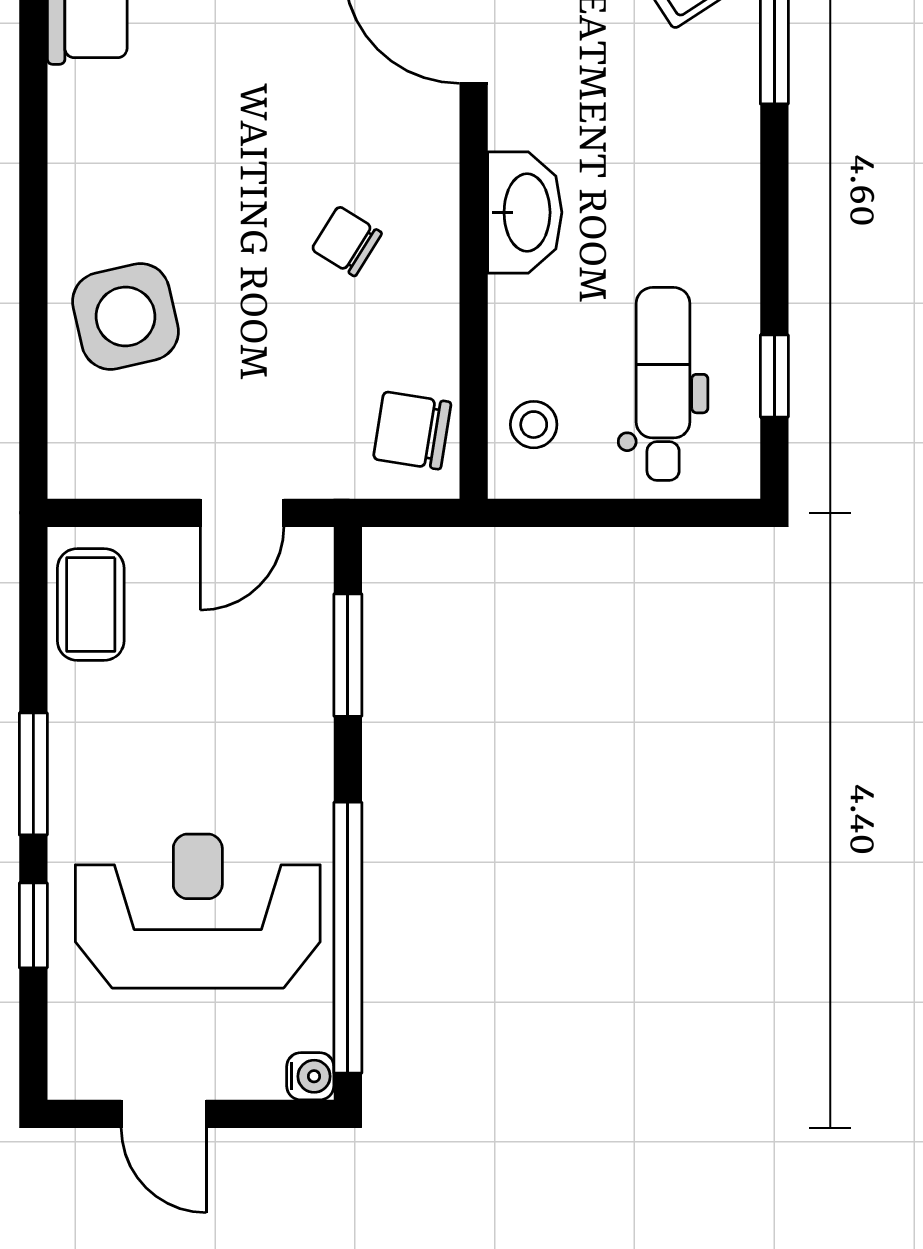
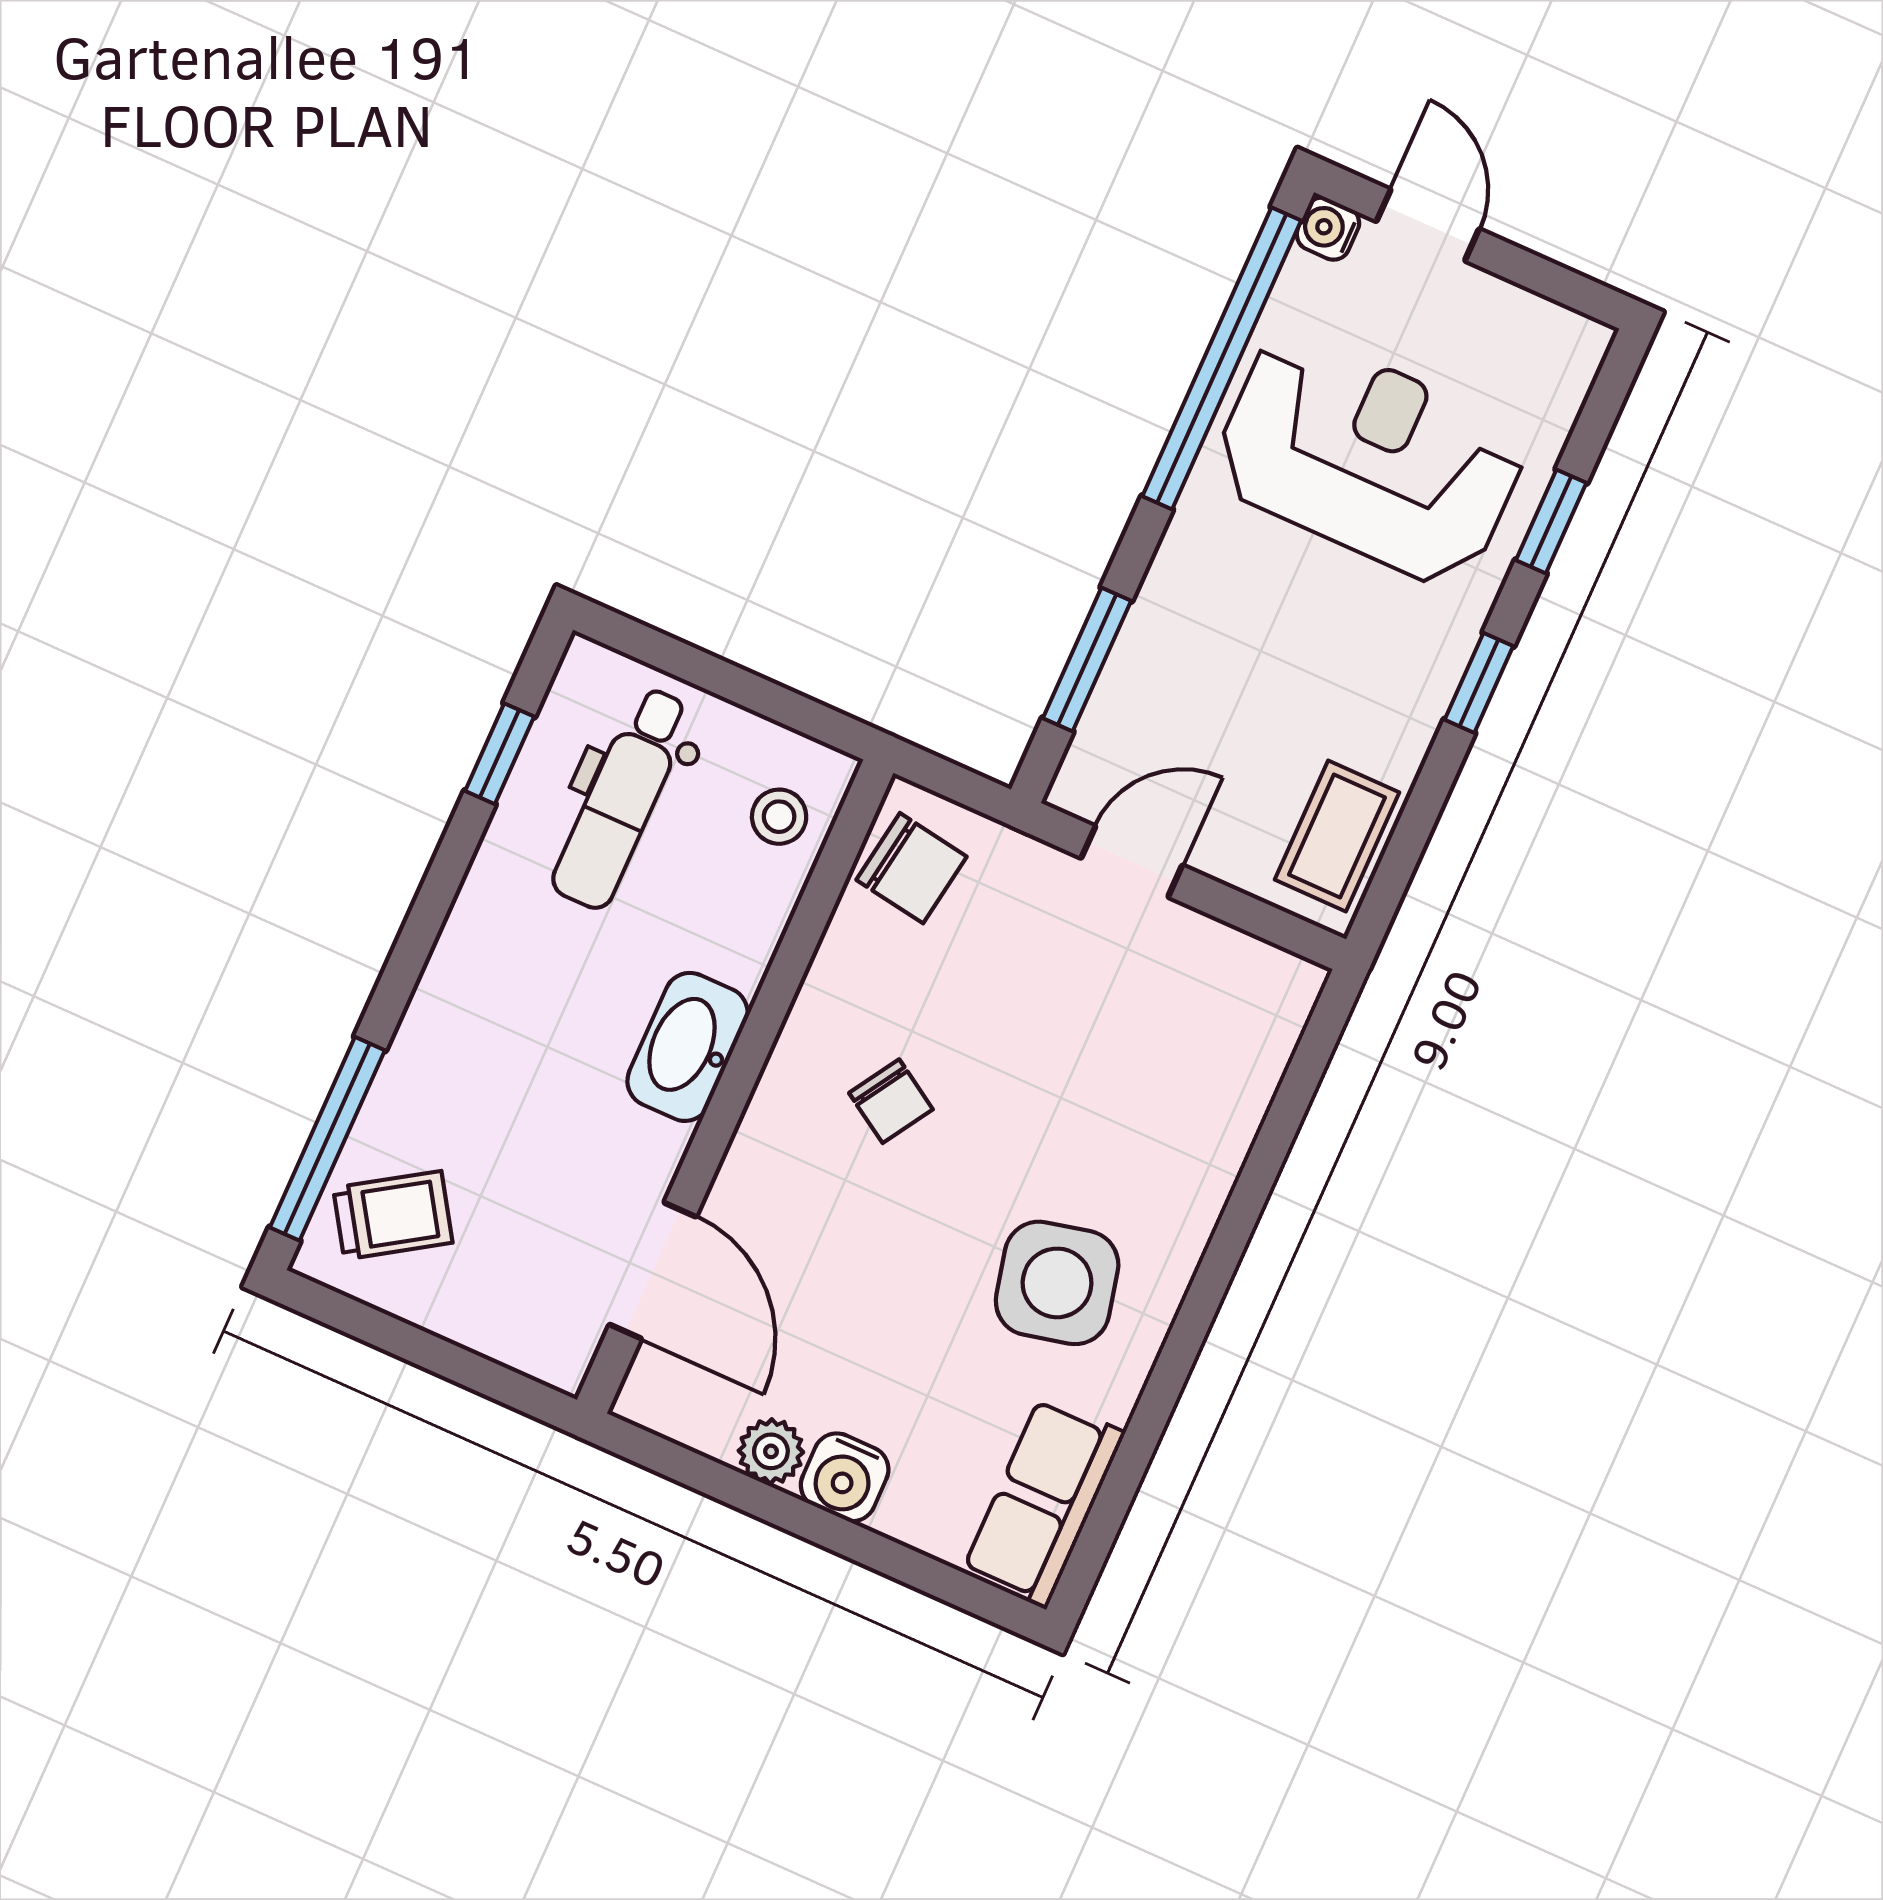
side table: (125, 316) -> (1057, 1283), moved
window: (33, 774) -> (1479, 683), width x0.67
reception desk: (198, 911) -> (1369, 458), turned 180
door: (164, 1114) -> (1428, 225), moved

